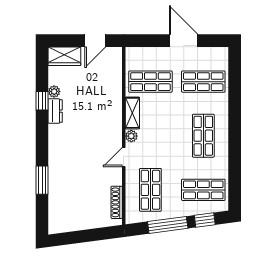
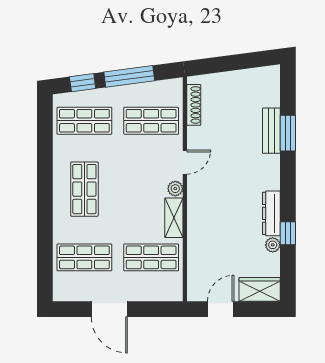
dresser: (55, 111) -> (271, 213), width x1.44
bench: (55, 182) -> (271, 131), added
shop shelf: (150, 190) -> (151, 121), turned 90

